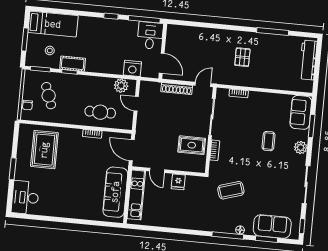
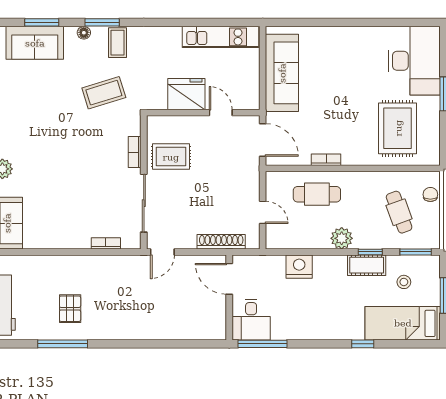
window: (111, 16) -> (363, 344), moved
pallet: (242, 57) -> (70, 309), moved
nightstand: (132, 68) -> (299, 267), moved
plant: (121, 86) -> (342, 238), moved
shoe rack: (177, 89) -> (221, 242), moved
coffee table: (269, 141) -> (118, 43), moved
fridge: (178, 182) -> (186, 94), width x1.88, depth x1.34
kitchen unit: (136, 195) -> (220, 37), moved, turned -90
desk: (25, 198) -> (414, 61), width x1.36, depth x1.30
window: (228, 235) -> (102, 22), width x0.69

